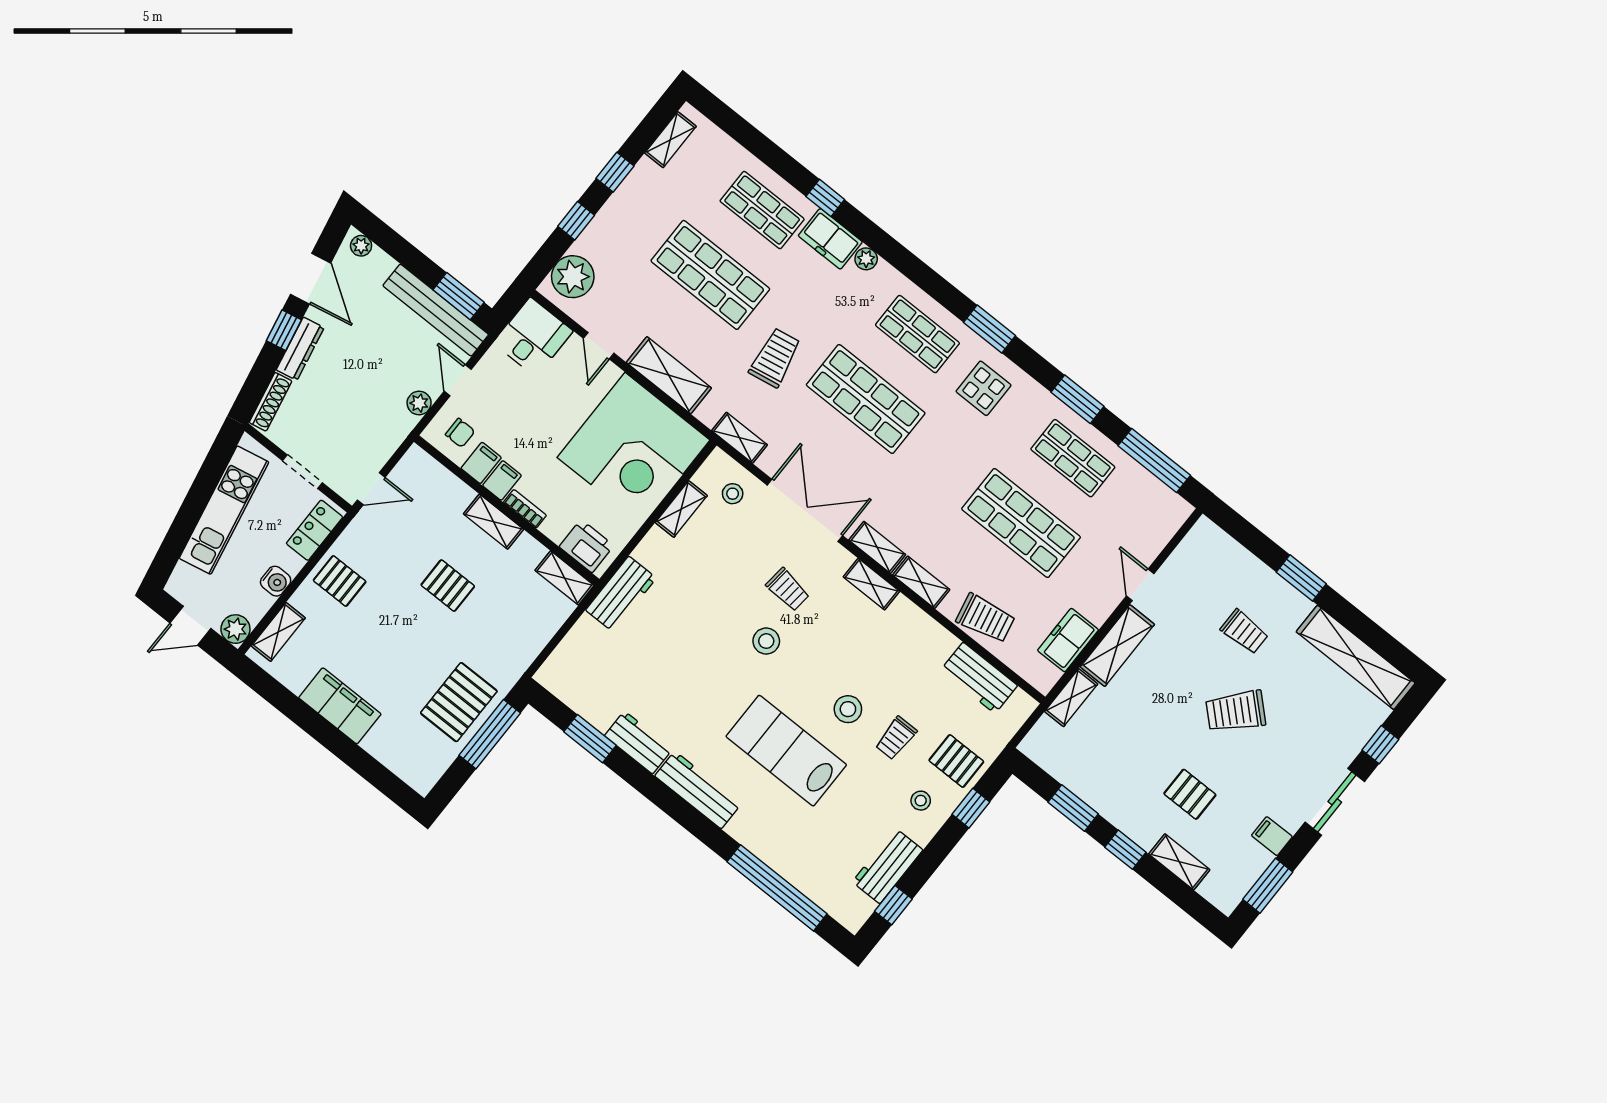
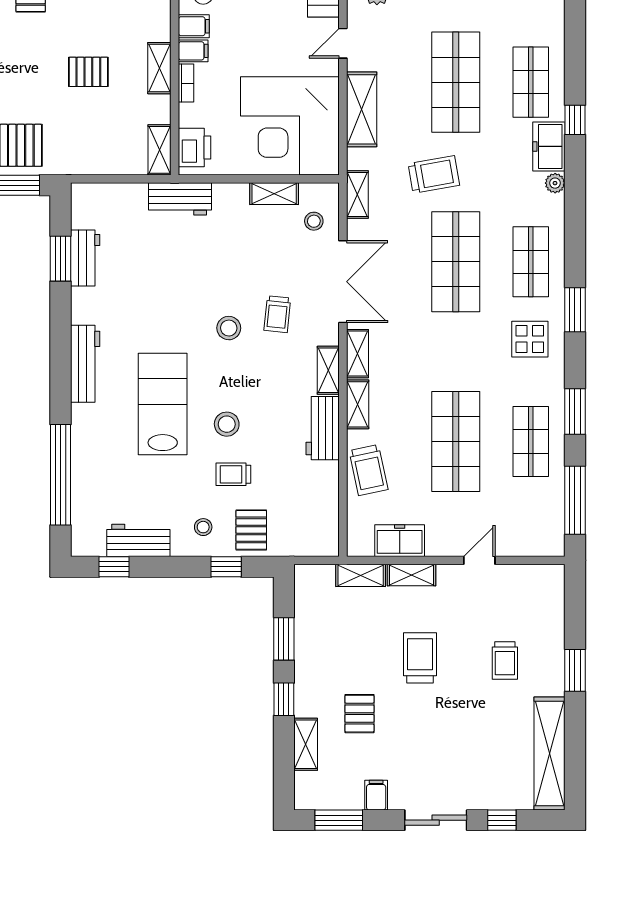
pallet: (448, 586) -> (88, 72), turned 90
shelving: (1117, 646) -> (411, 575), width x0.67, depth x0.75
workbench: (979, 678) -> (323, 428), moved
trolley: (1236, 711) -> (420, 658), moved, turned 47
workbench: (638, 742) -> (85, 258), moved

